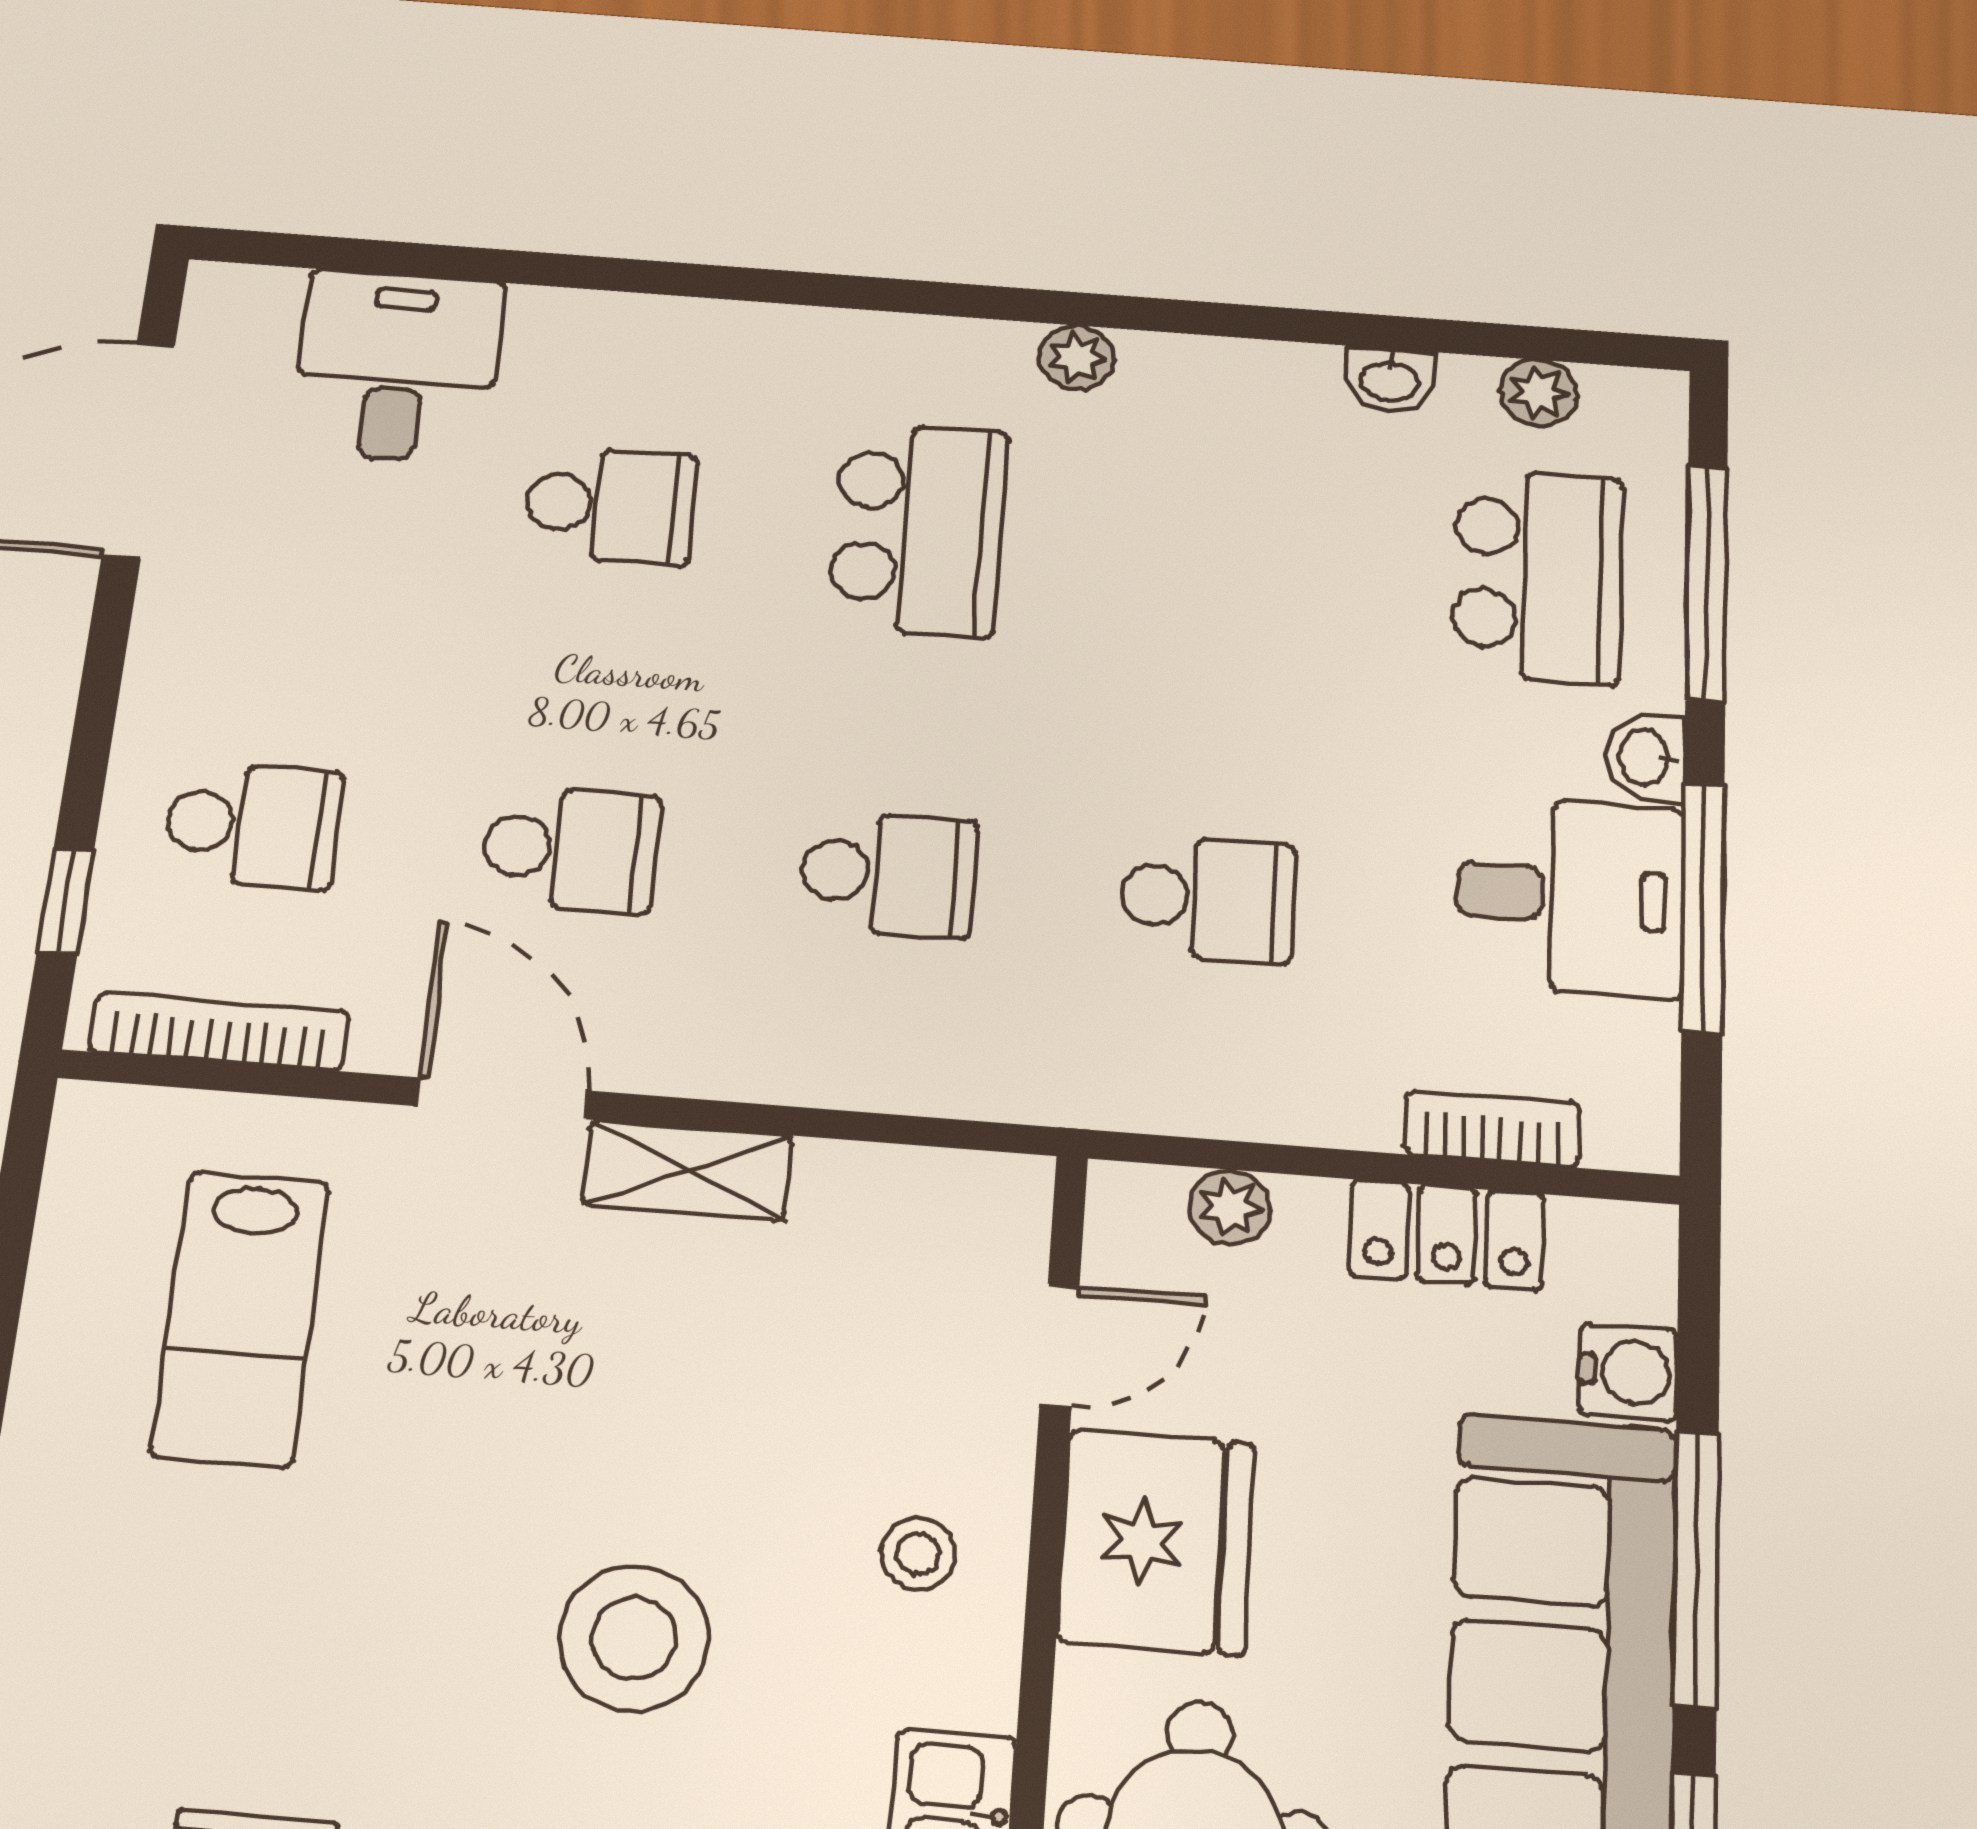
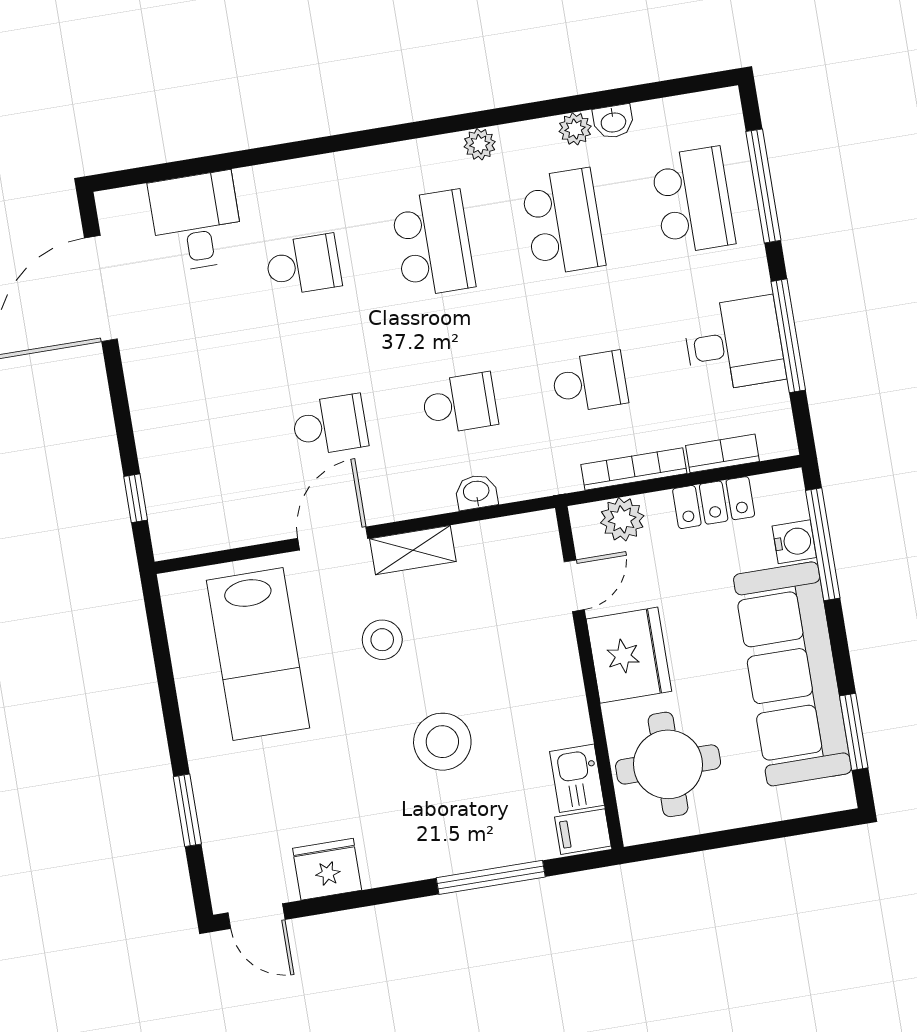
plant: (1538, 393) -> (575, 129), moved
washbasin: (1646, 757) -> (476, 492), moved, turned 90
school desk: (253, 825) -> (563, 222), moved, width x1.85
bookcase: (219, 1032) -> (634, 469), moved
door: (503, 1098) -> (333, 538), hinge flipped
plant: (1230, 1207) -> (622, 519), width x1.38, depth x1.38
lab bench: (240, 1318) -> (258, 654), width x1.36, depth x1.39
stool: (918, 1554) -> (382, 640), moved, width x1.37, depth x1.37
window: (1696, 1568) -> (823, 544), moved

